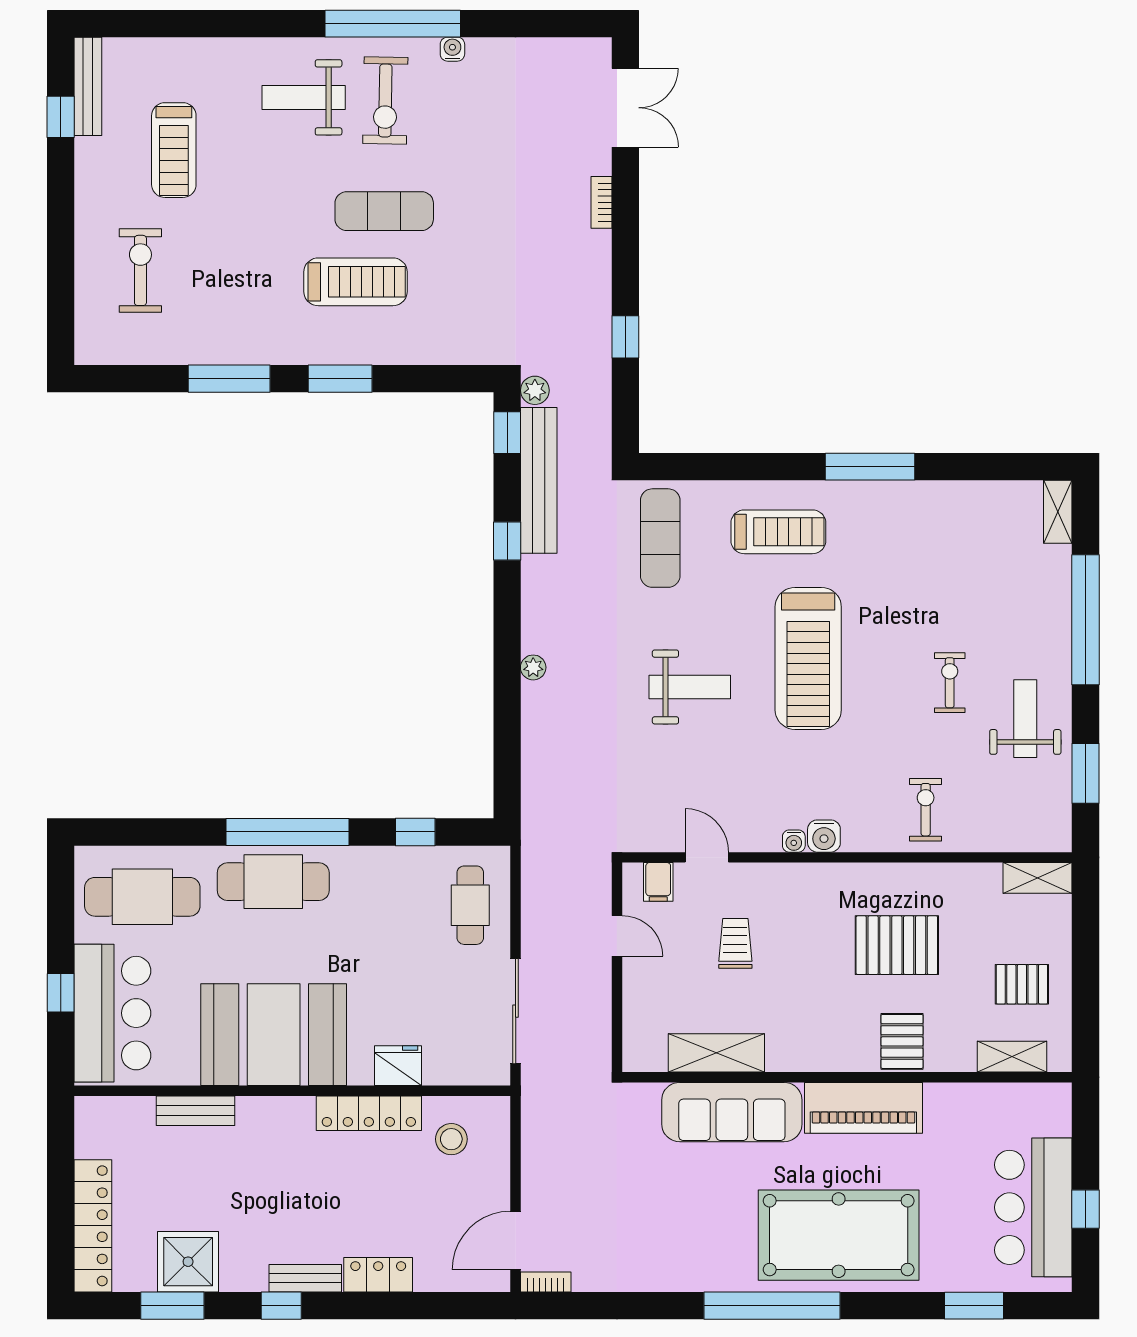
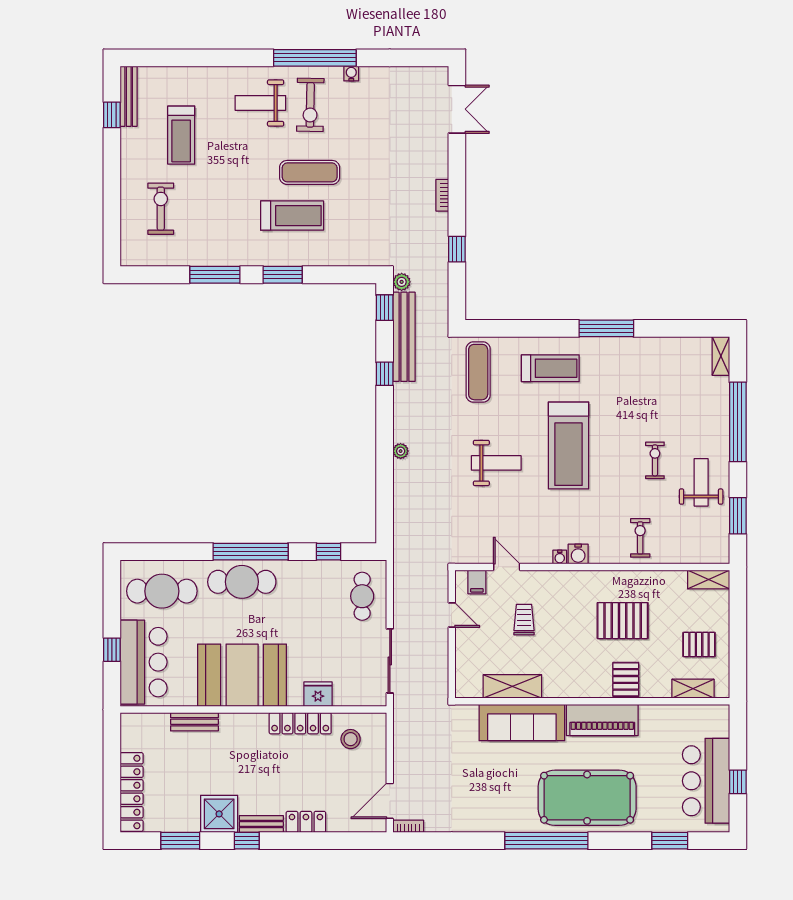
bookcase: (602, 202) -> (442, 195), moved
shower: (188, 1262) -> (219, 814), moved

